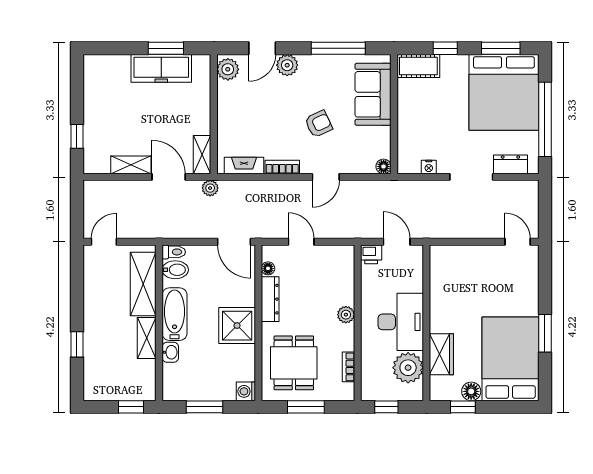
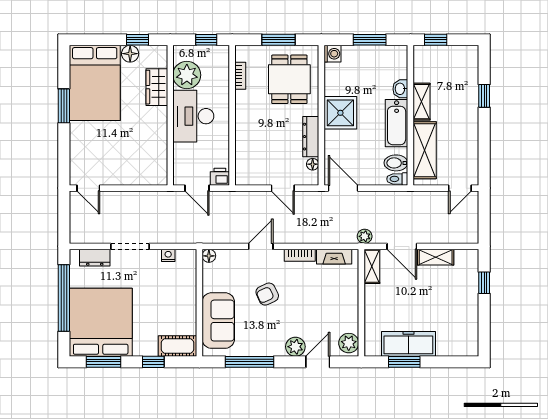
plant: (346, 315) -> (243, 123), removed

